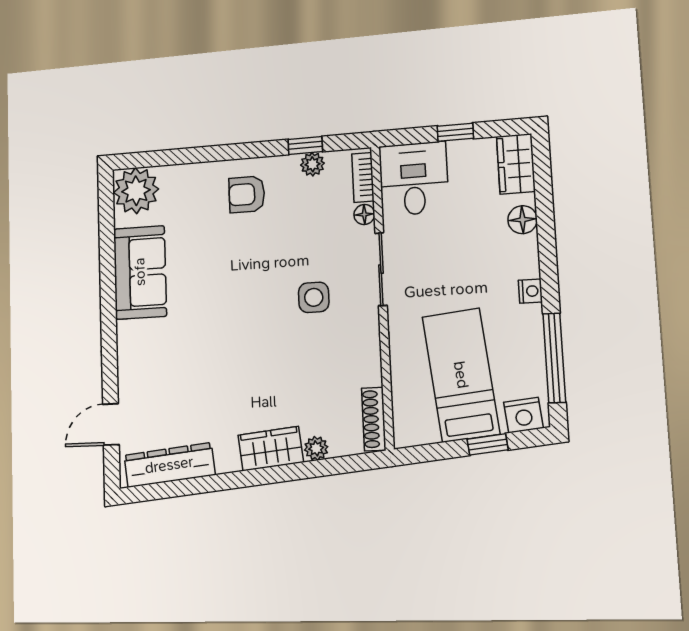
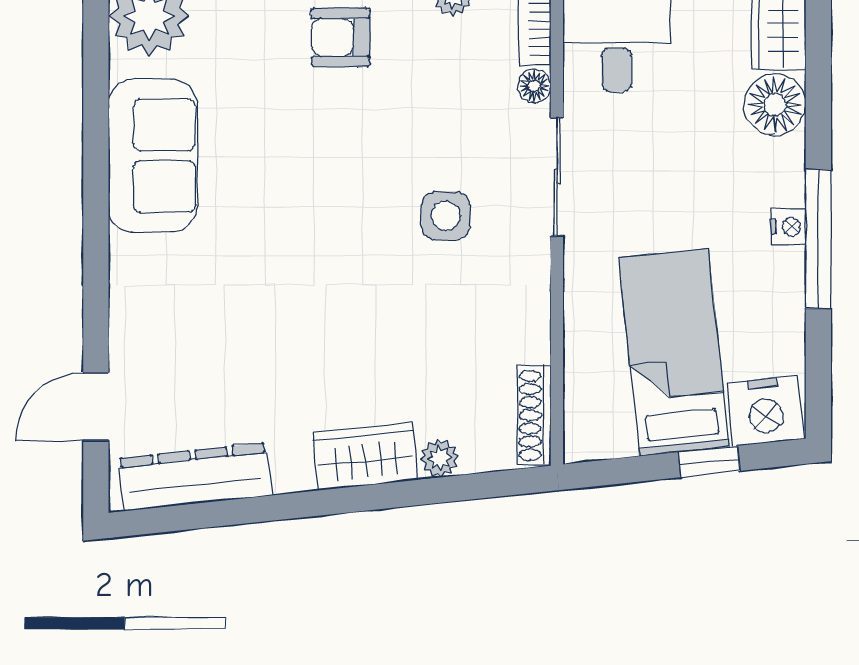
floor lamp: (523, 220) -> (775, 105), width x1.38, depth x1.38
window: (554, 358) -> (818, 239), moved
nightstand: (523, 415) -> (765, 411), width x1.36, depth x1.33

